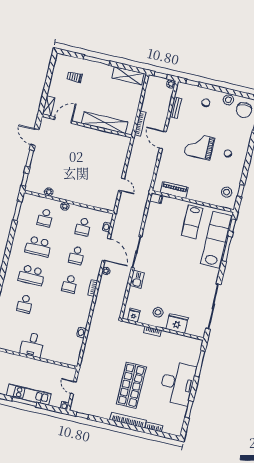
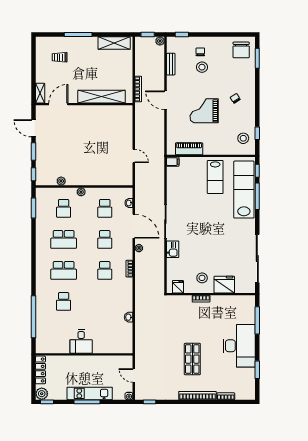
stool: (228, 100) -> (202, 67), moved
grand piano: (199, 146) -> (204, 111), moved
shop shelf: (131, 385) -> (192, 359), width x0.70, depth x0.74

